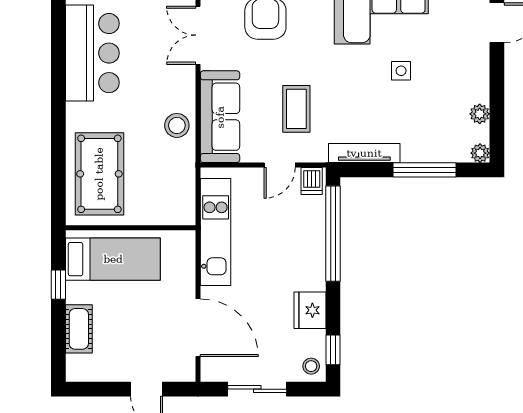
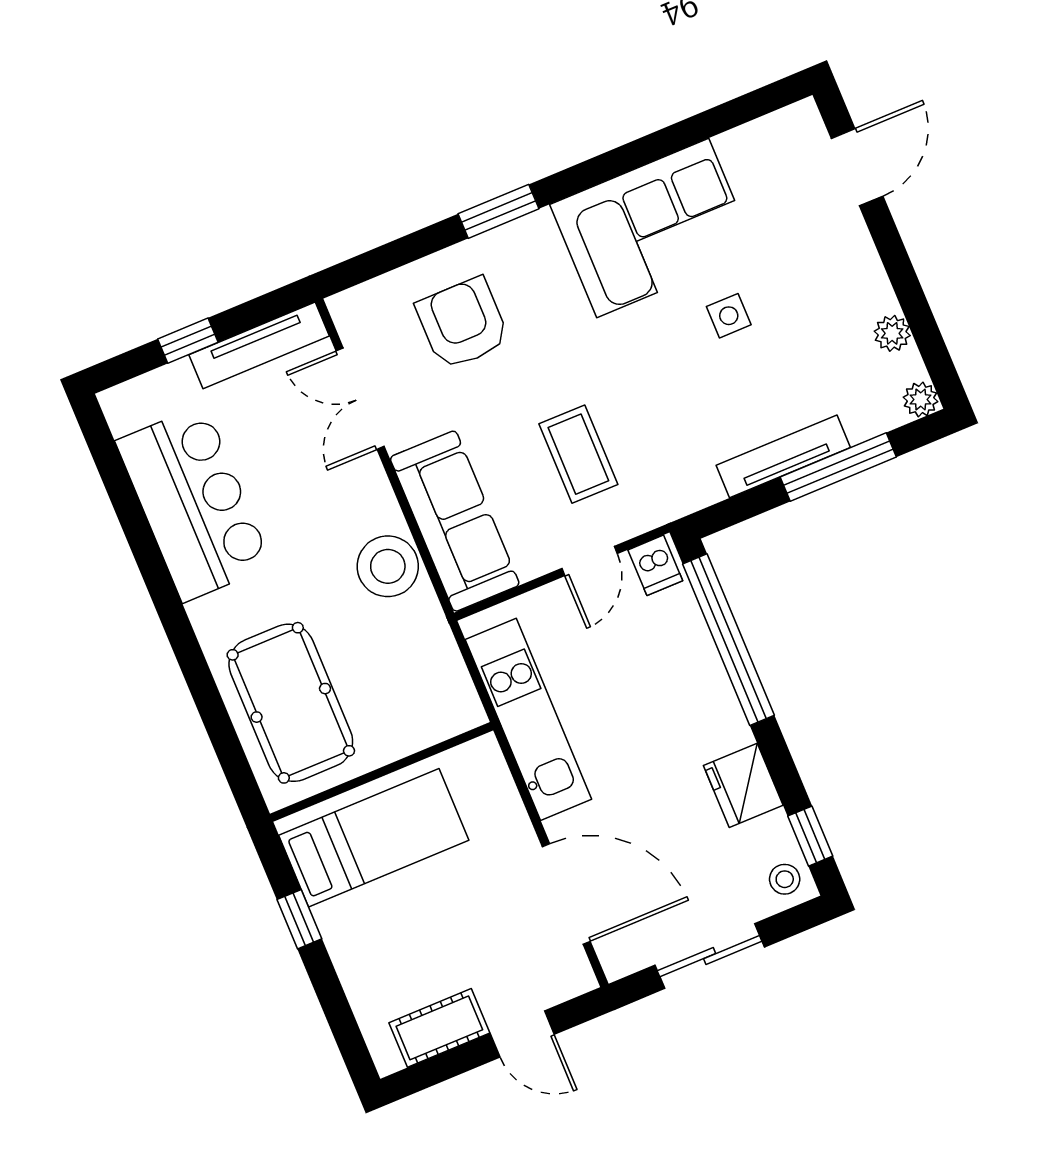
stool: (177, 125) -> (388, 566), width x1.38, depth x1.38
tv unit: (364, 153) -> (783, 456), moved
cot: (79, 329) -> (439, 1028), moved, turned 90

